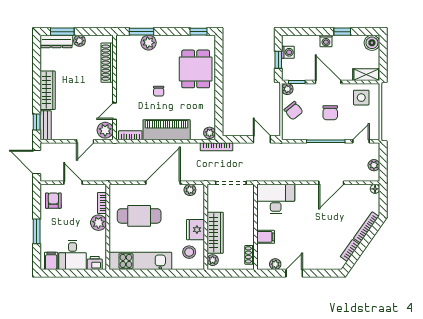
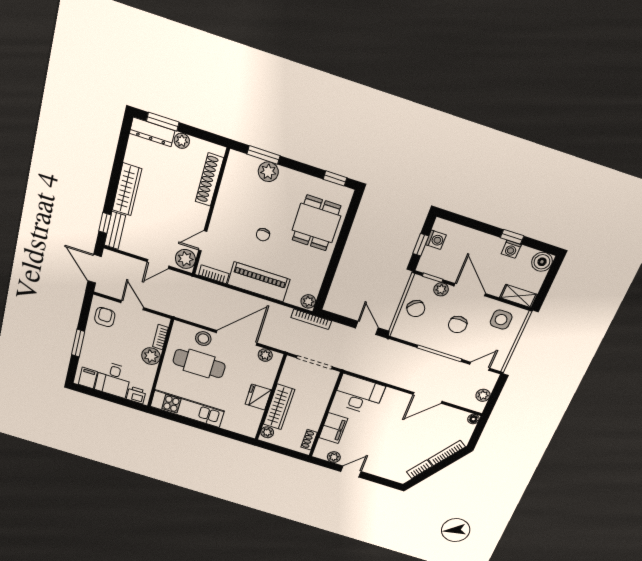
washing machine: (326, 41) -> (511, 249), moved
plant: (287, 89) -> (441, 289), moved
filing cabinet: (266, 237) -> (333, 428), width x2.00
stool: (189, 252) -> (203, 339), moved

